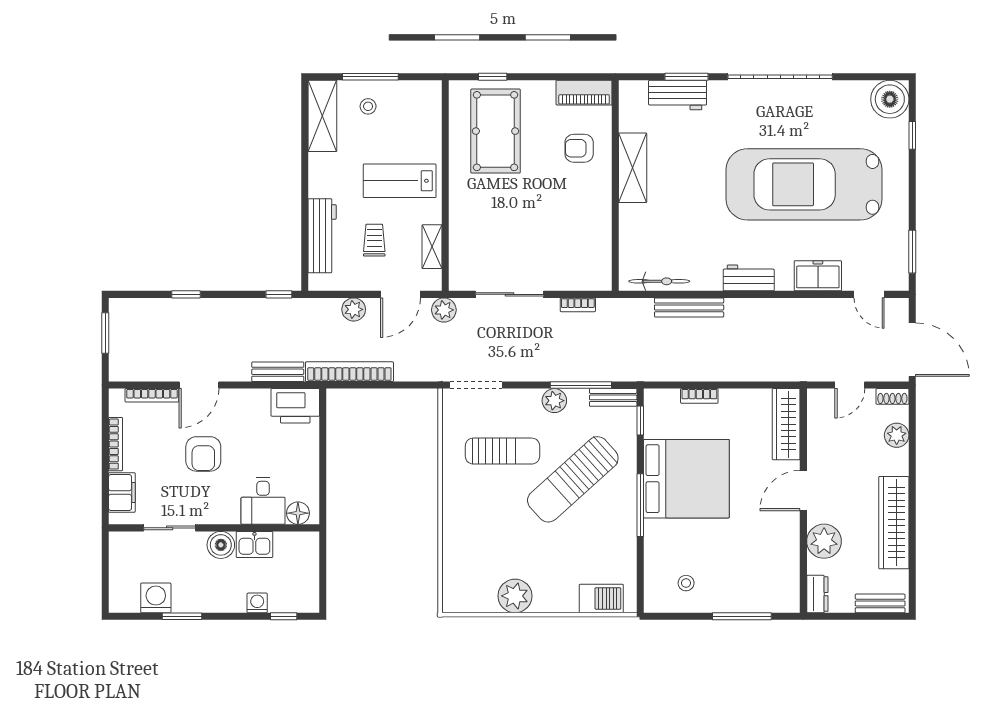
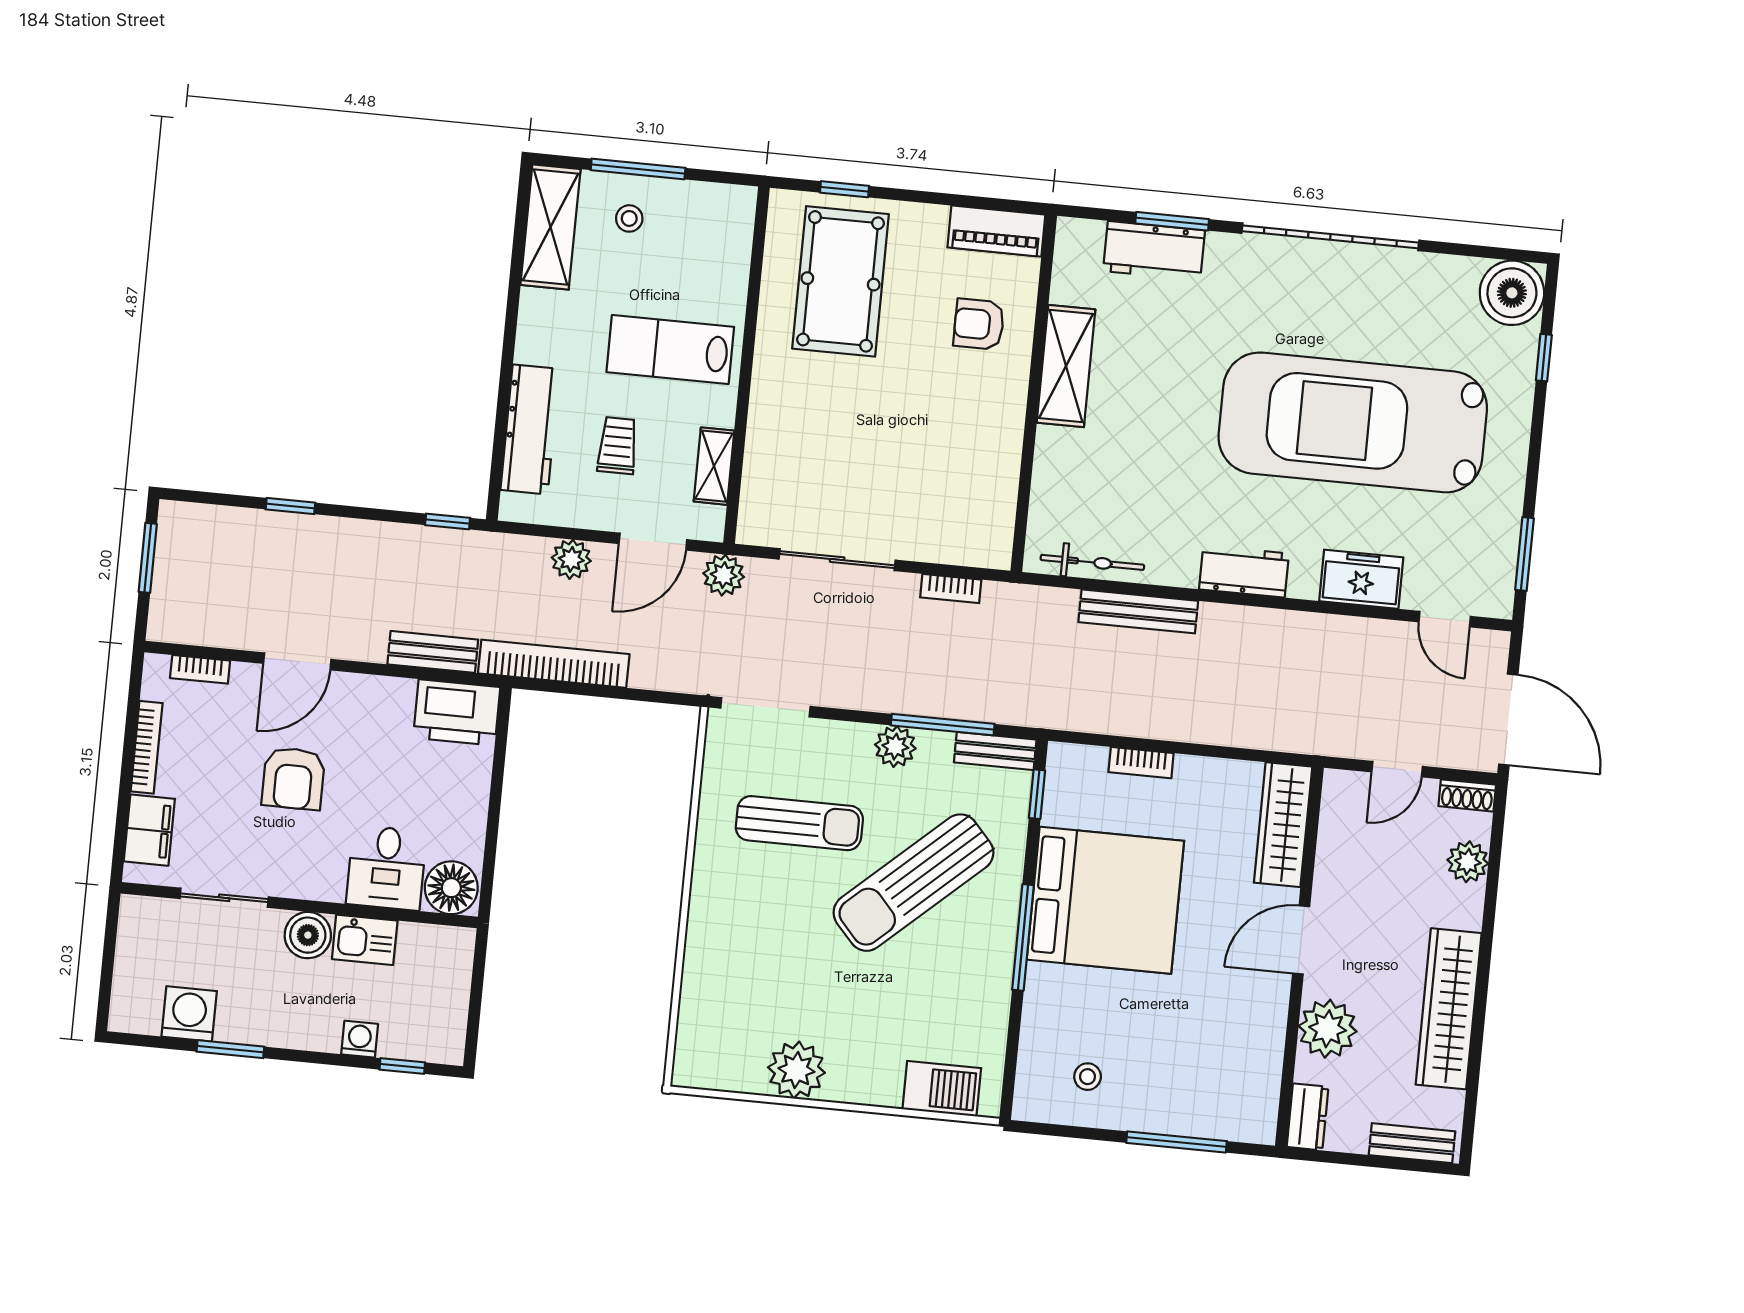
bookcase: (152, 395) -> (200, 669), width x0.64
floor lamp: (298, 513) -> (451, 888), width x1.38, depth x1.38

